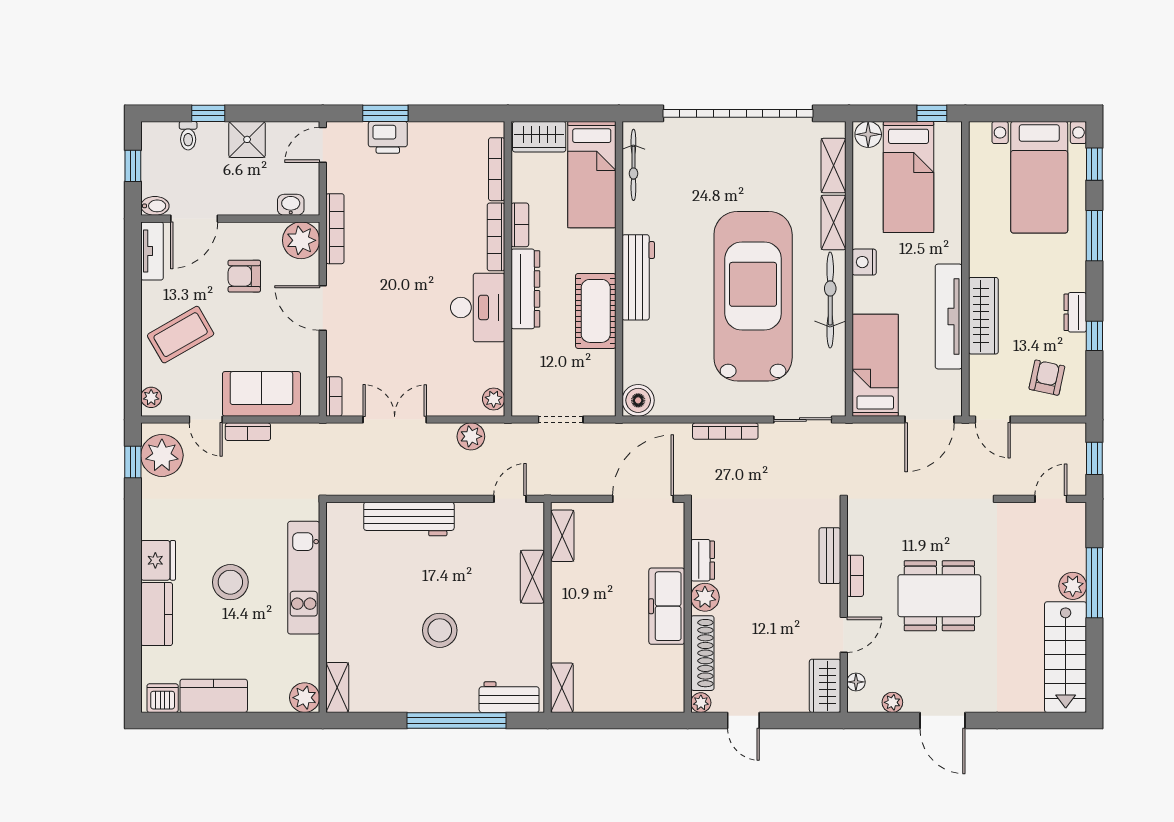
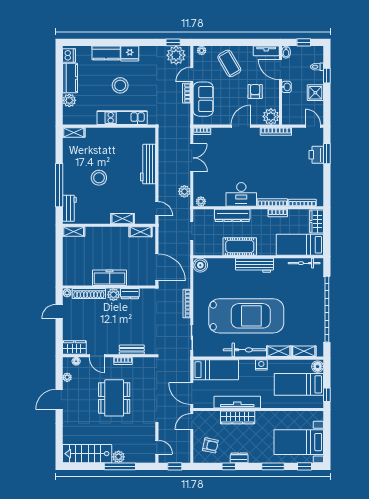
washbasin: (291, 205) -> (287, 87), moved
dresser: (525, 289) -> (232, 215), moved
plant: (305, 698) -> (69, 100), moved

